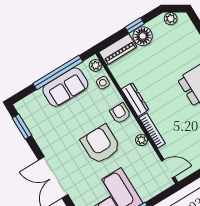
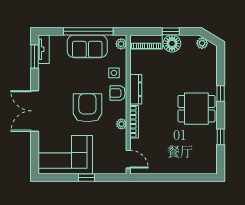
side table: (103, 83) -> (114, 73), moved
armchair: (120, 113) -> (118, 93), turned -90
tv unit: (26, 115) -> (44, 49), added

